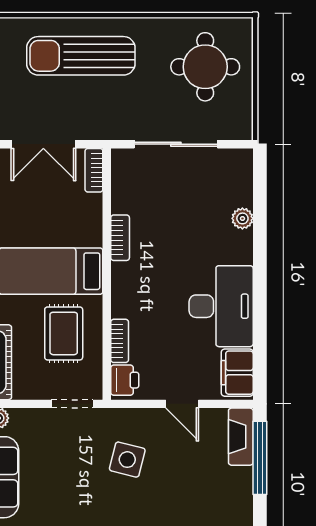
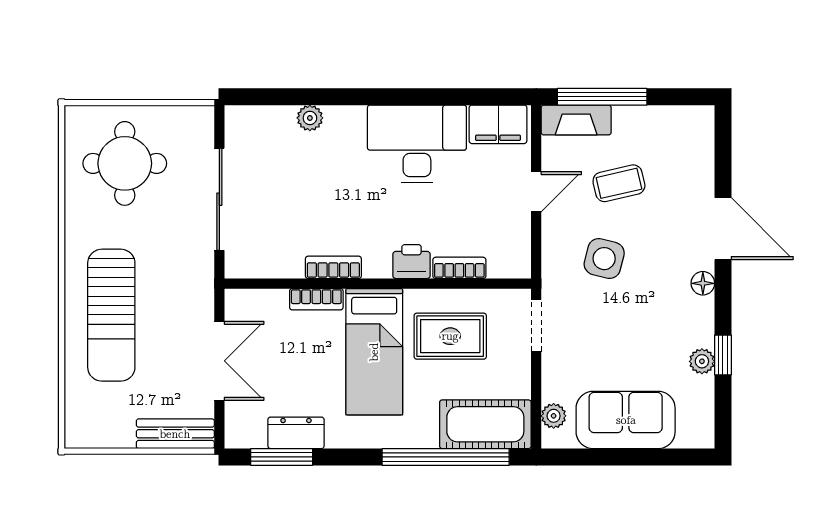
bookcase: (94, 170) -> (316, 299), moved
printer: (125, 380) -> (412, 262), moved
coffee table: (189, 472) -> (619, 183), added

